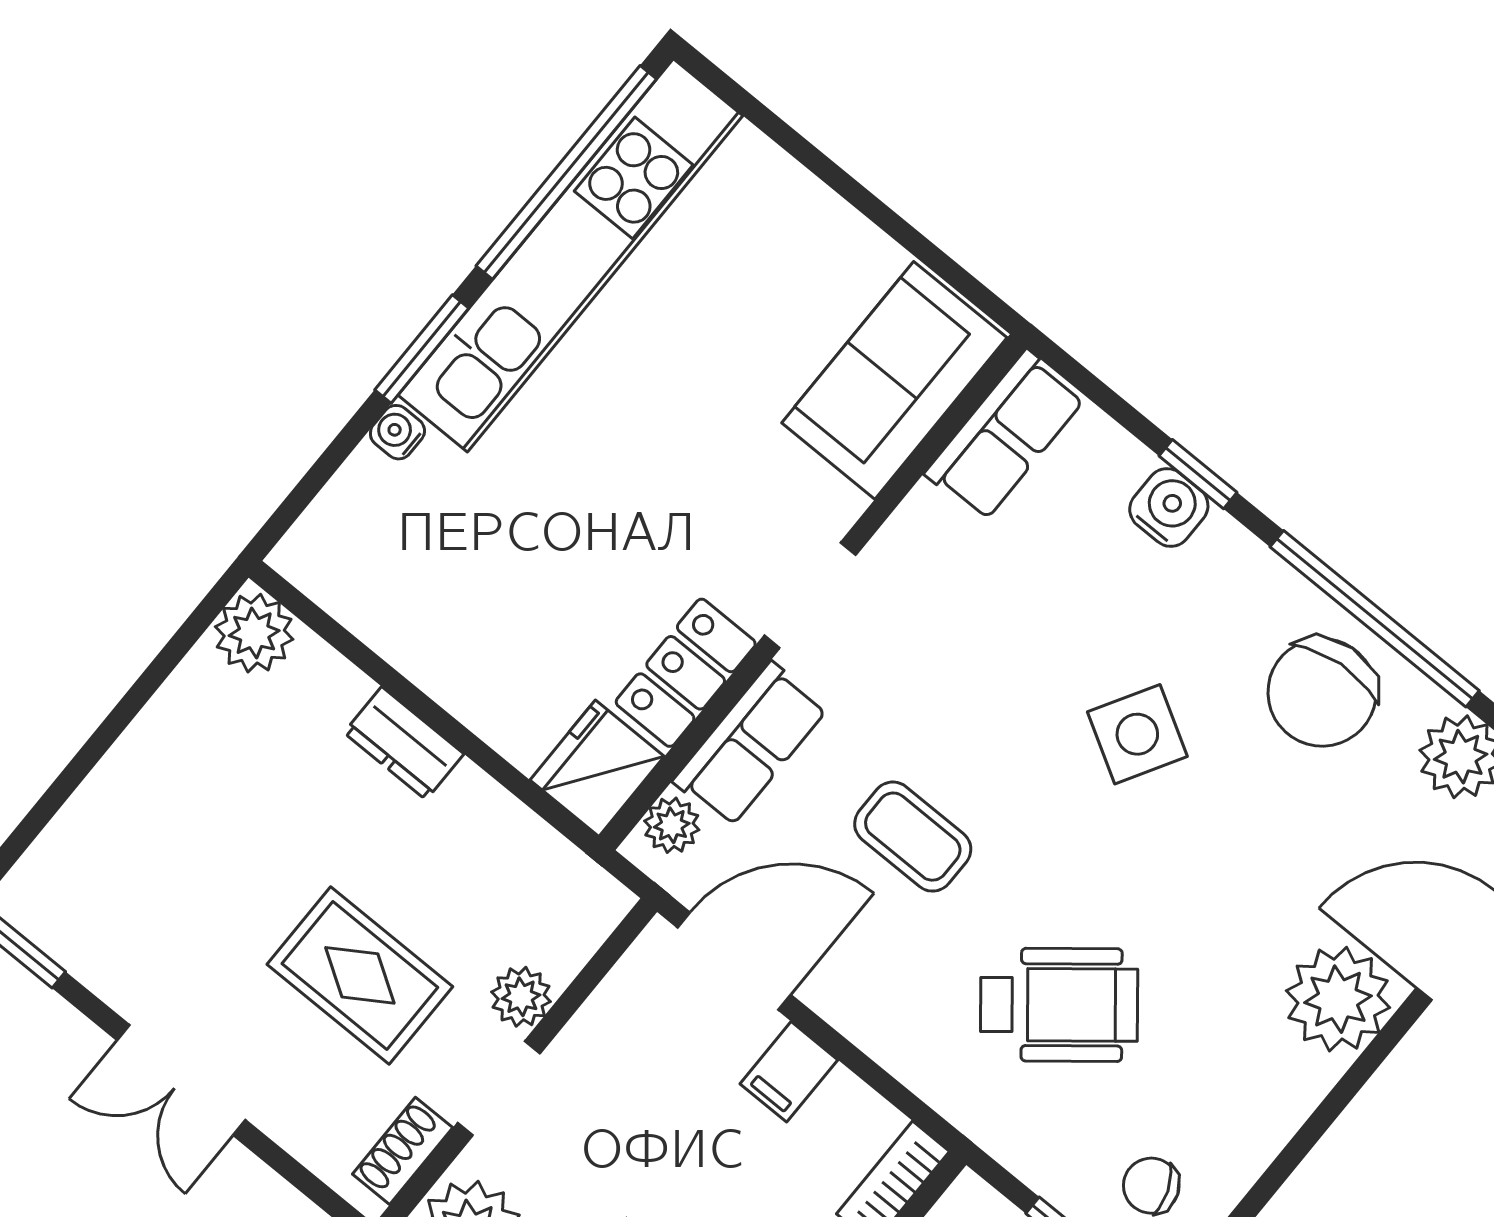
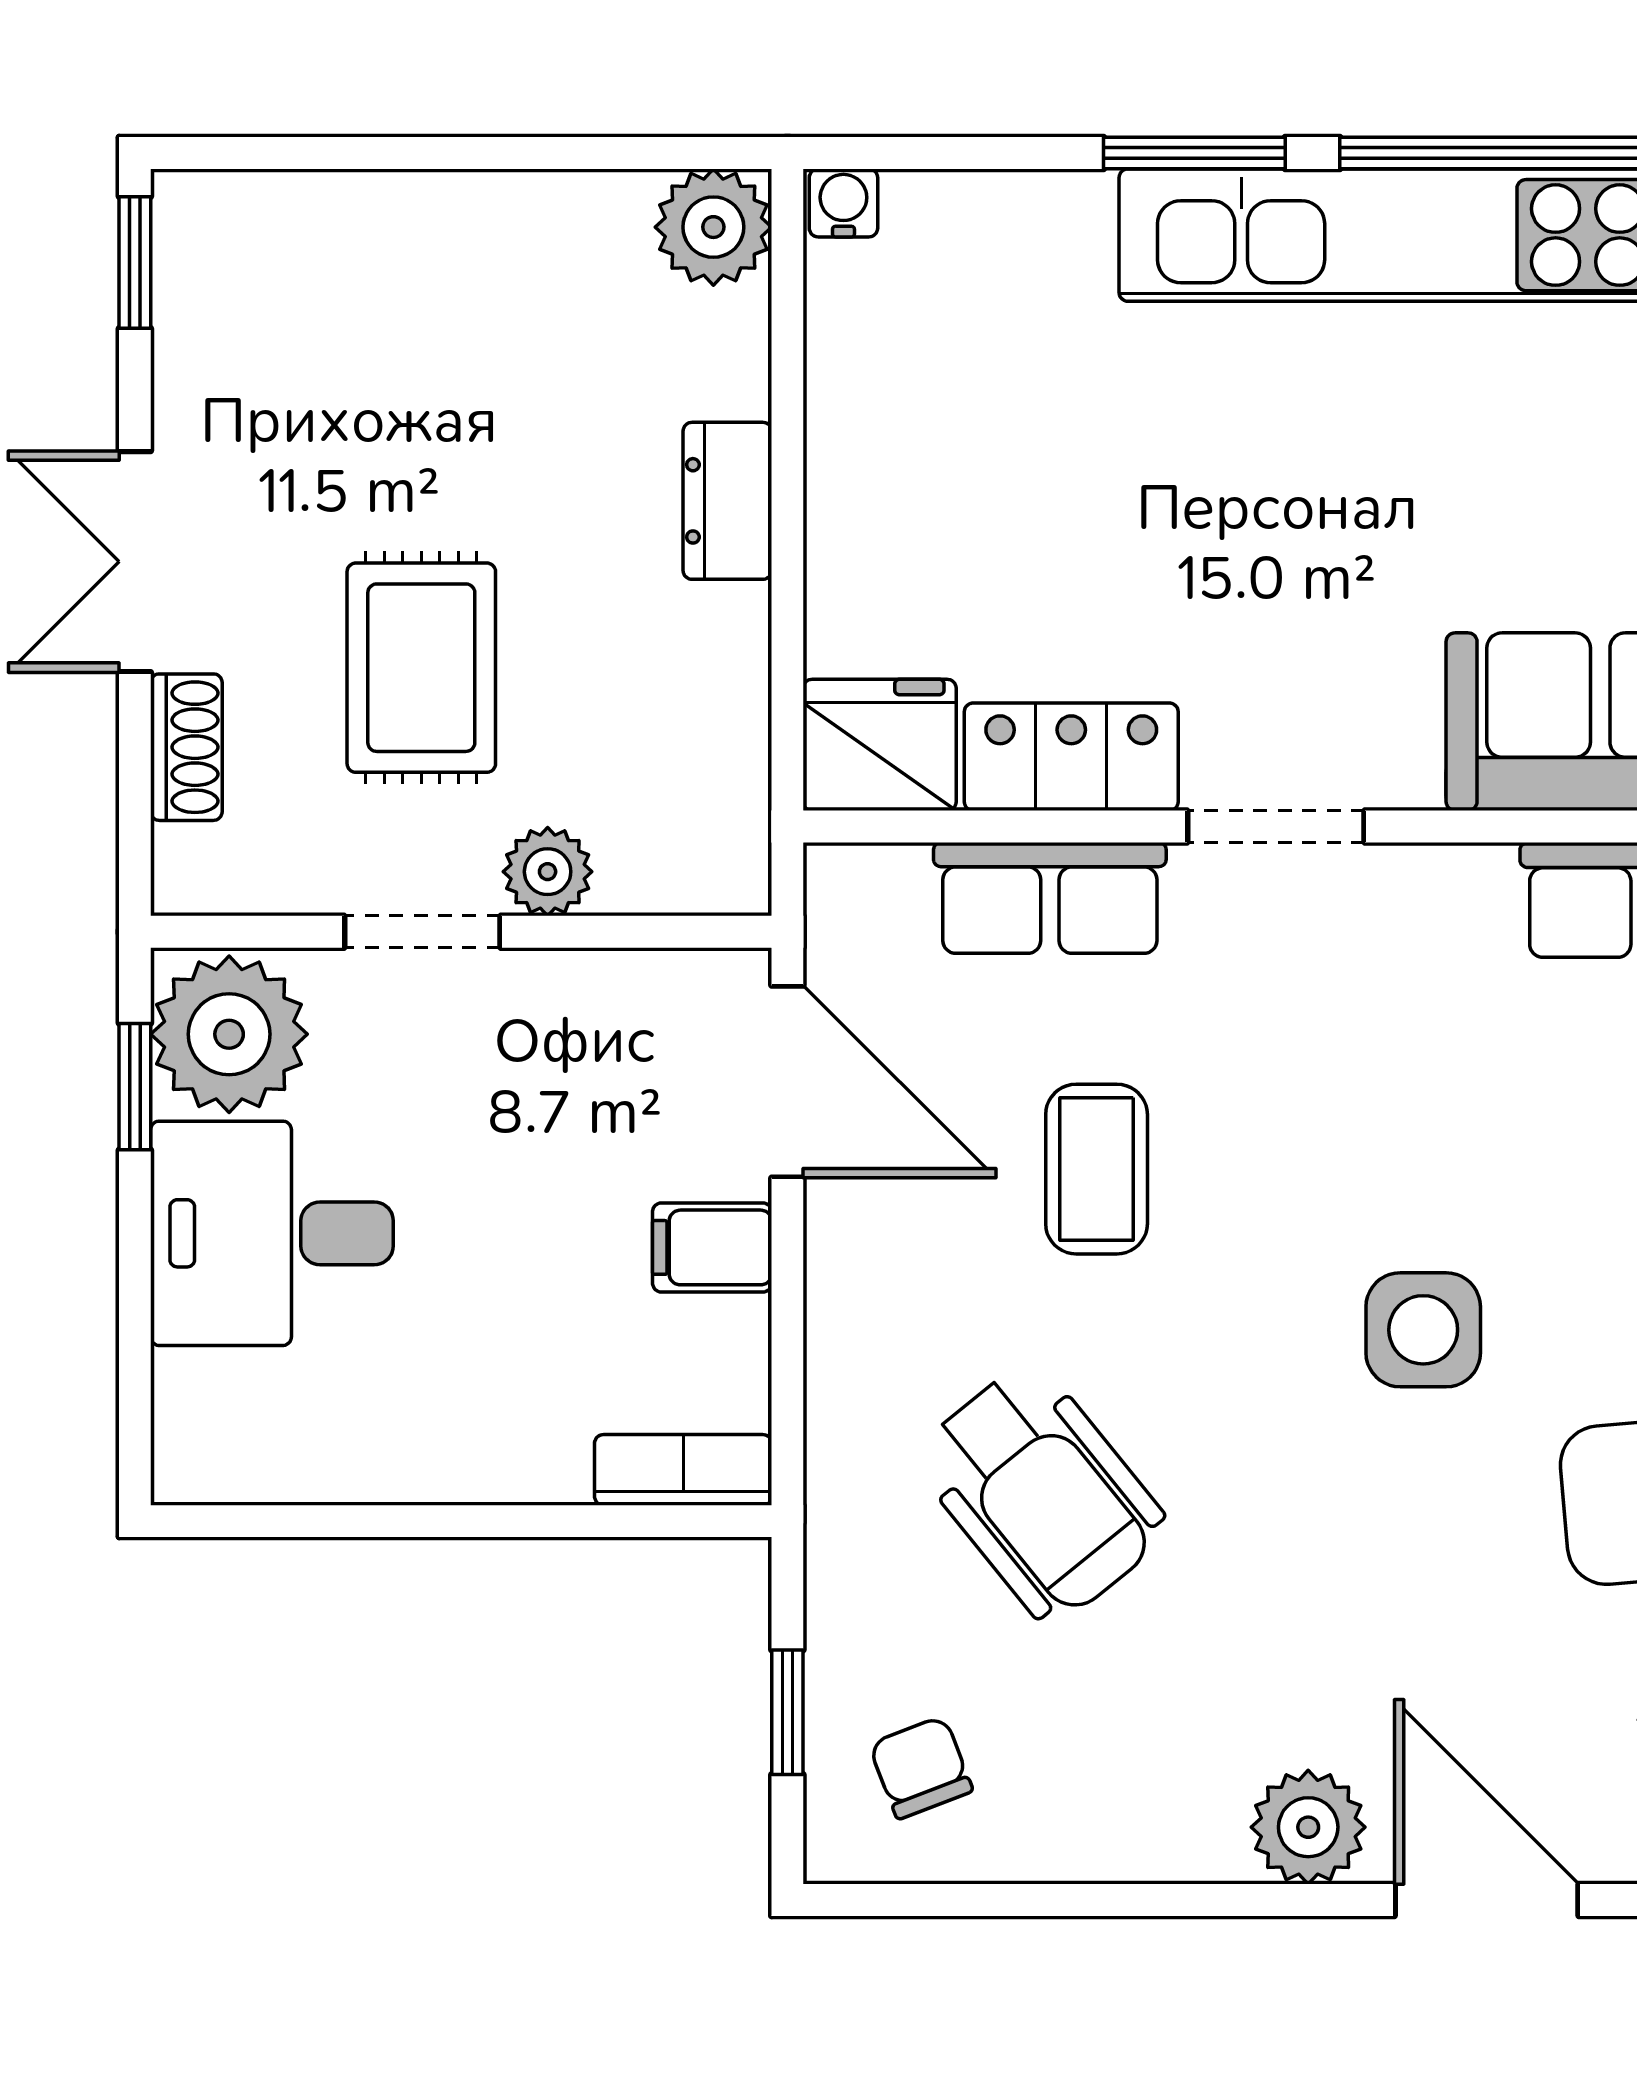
water cooler: (397, 432) -> (843, 203), moved
side table: (1137, 734) -> (1423, 1330), turned -30
plant: (672, 825) -> (884, 883), removed
plant: (1338, 999) -> (1308, 1827), width x0.73, depth x0.73
shoe rack: (403, 1151) -> (186, 747), moved, turned 90

